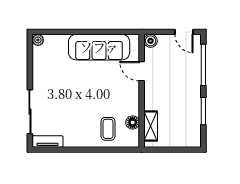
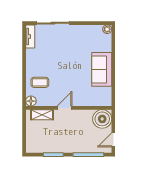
boiler: (151, 41) -> (102, 119), width x1.86, depth x1.86
sofa: (99, 47) -> (102, 69), width x0.73
door: (142, 71) -> (64, 108), moved
floor lamp: (133, 122) -> (31, 101), moved

